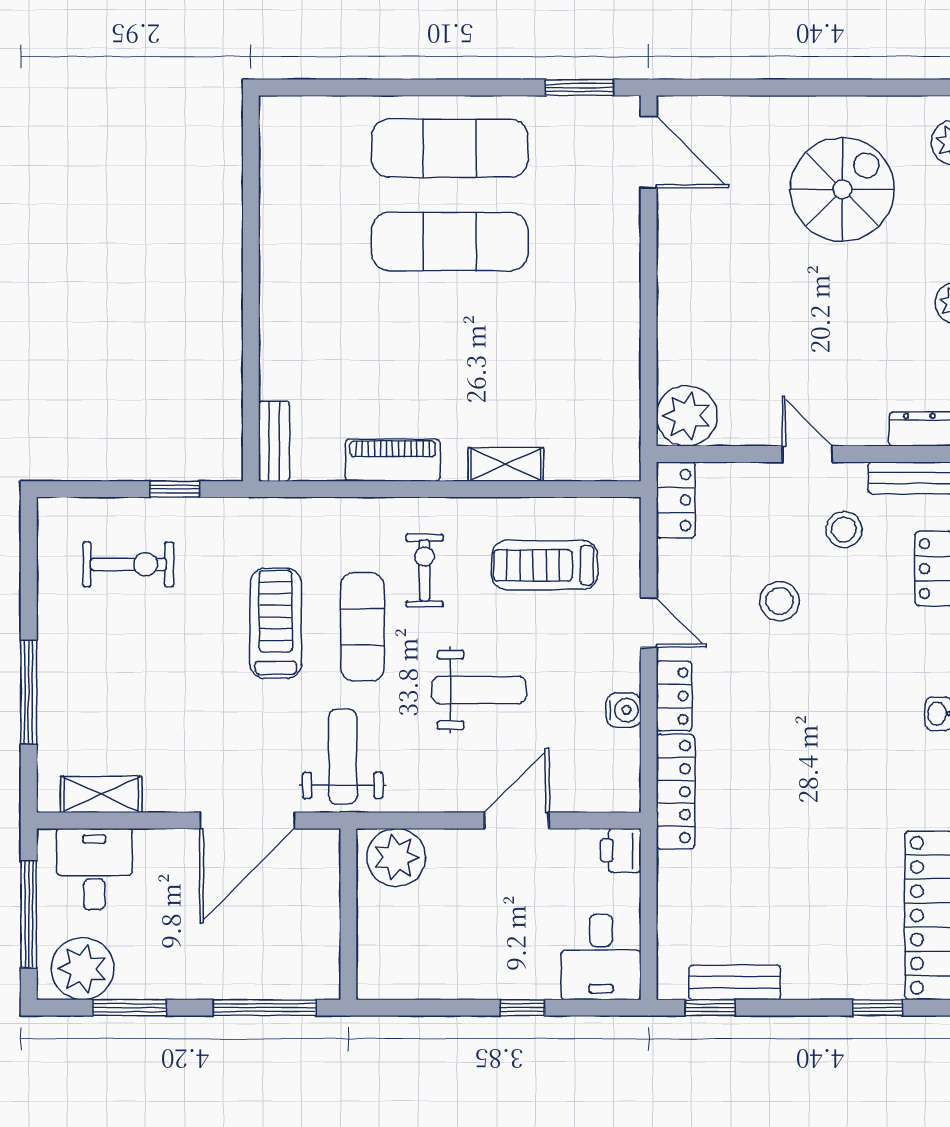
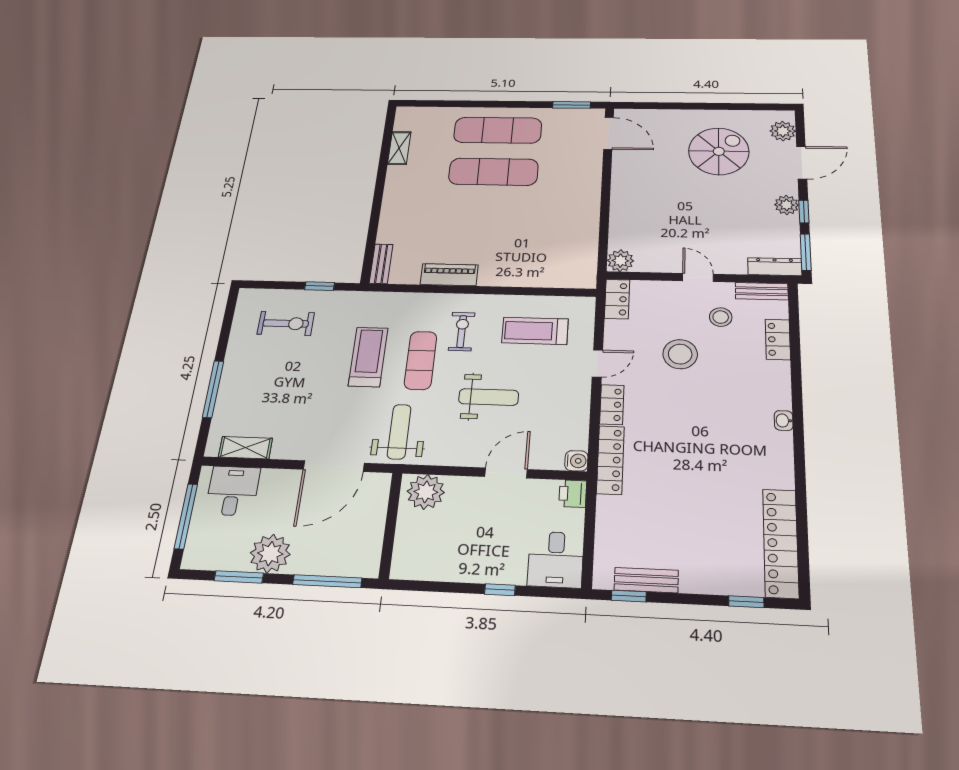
plant: (687, 416) -> (620, 261), width x0.73, depth x0.73
shelving: (506, 464) -> (399, 148), moved, turned 90
stool: (780, 601) -> (680, 354), width x1.38, depth x1.38
door: (649, 623) -> (597, 363), hinge flipped
water cooler: (624, 710) -> (576, 461), moved
plant: (83, 969) -> (270, 554), moved

